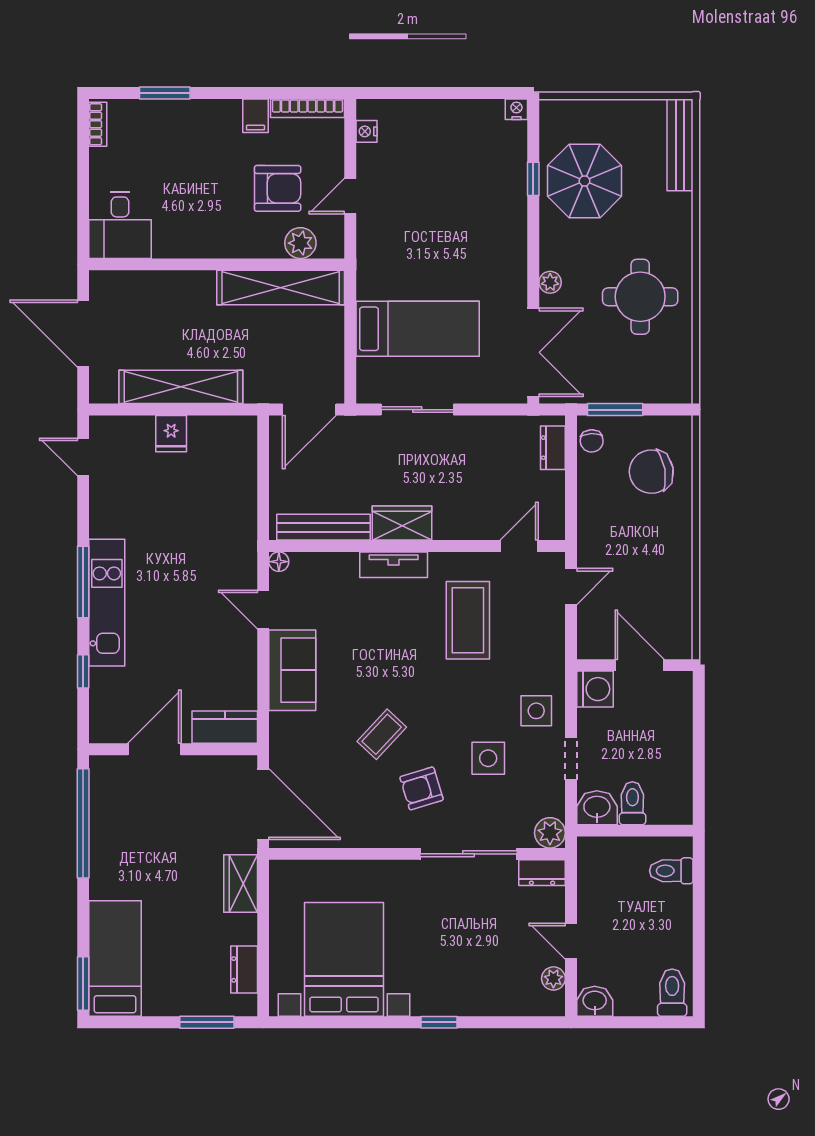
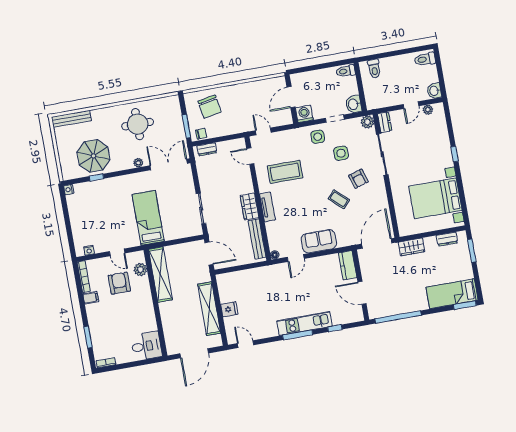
bed: (418, 329) -> (148, 218), moved
door: (83, 457) -> (246, 344), swing flipped
toilet: (632, 803) -> (346, 71), moved

